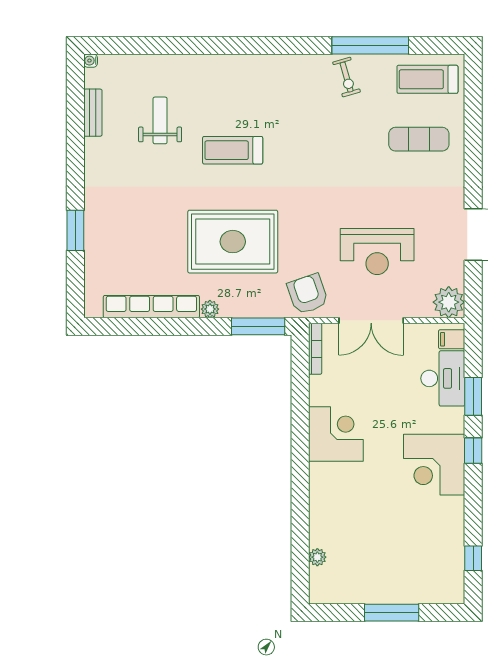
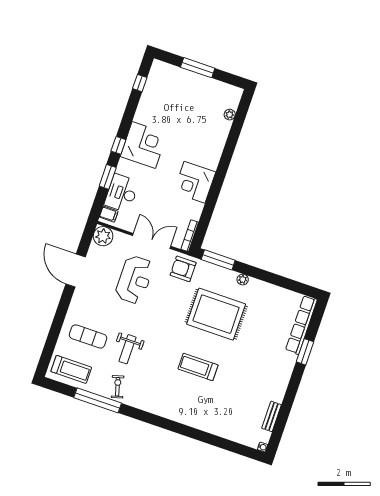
weight bench: (160, 120) -> (128, 349), moved
treadmill: (233, 150) -> (198, 367), turned 180
reception desk: (377, 252) -> (134, 280), turned 90
armchair: (308, 294) -> (183, 269), turned 109
row of seats: (151, 307) -> (301, 325), moved, turned 90

